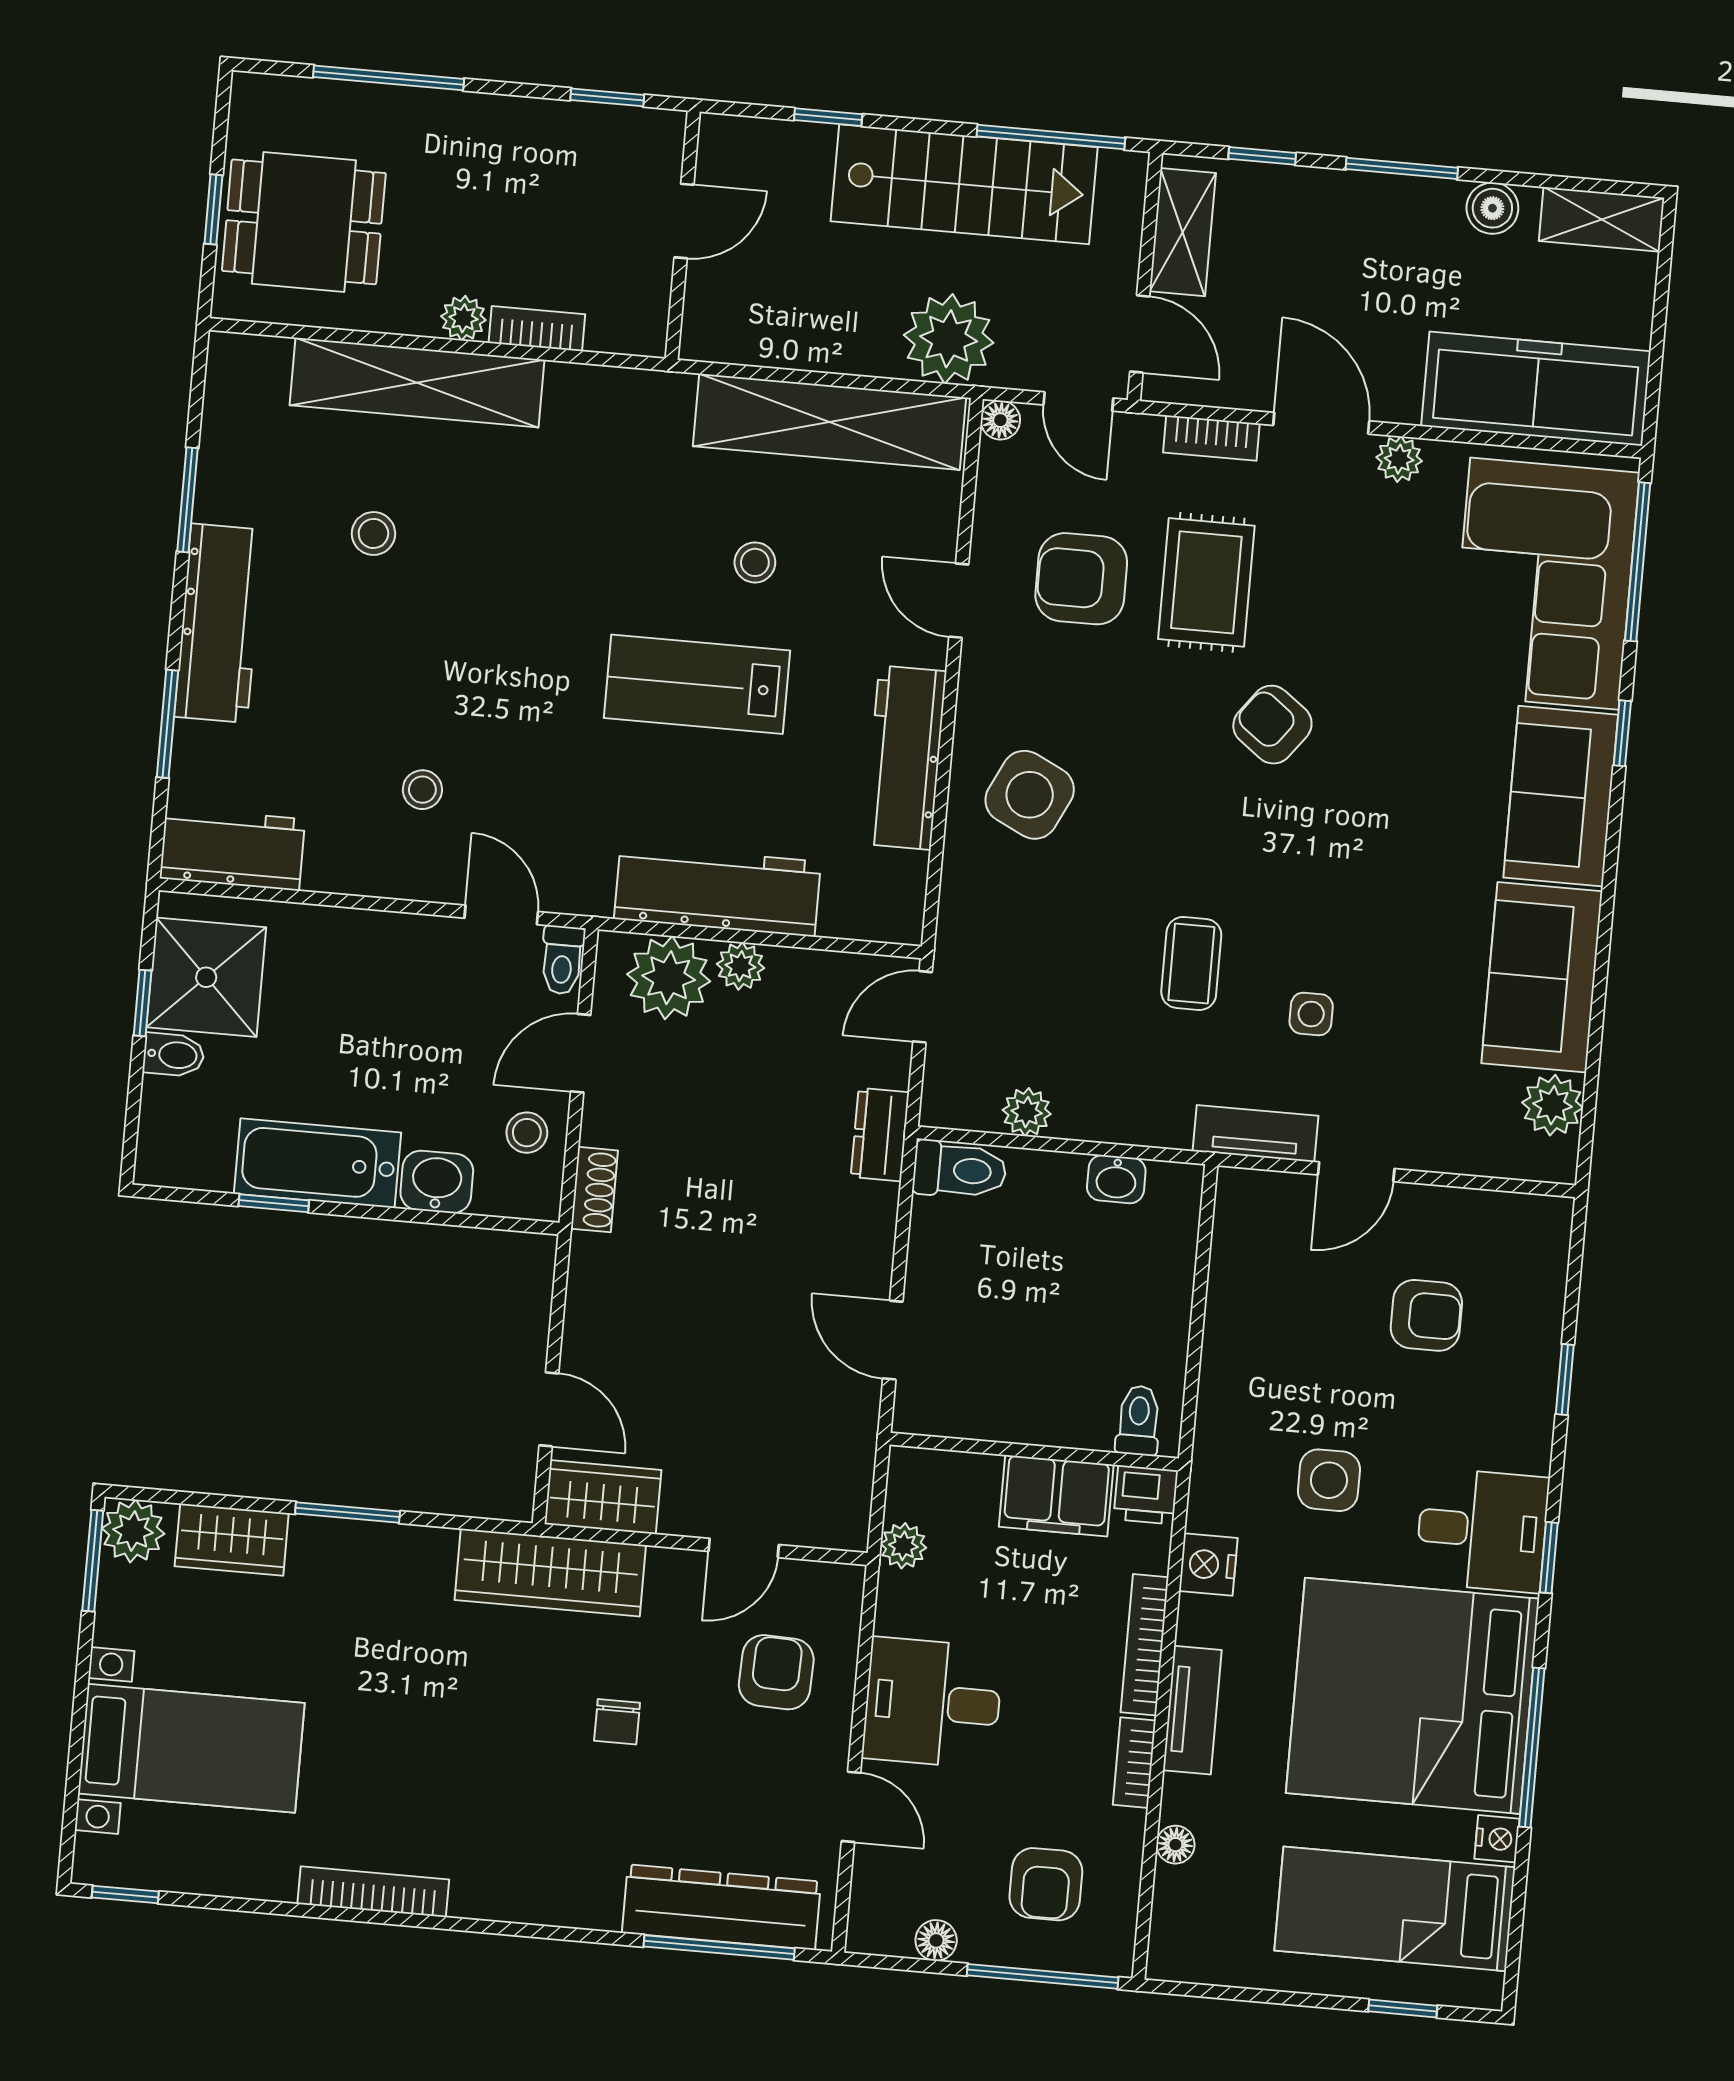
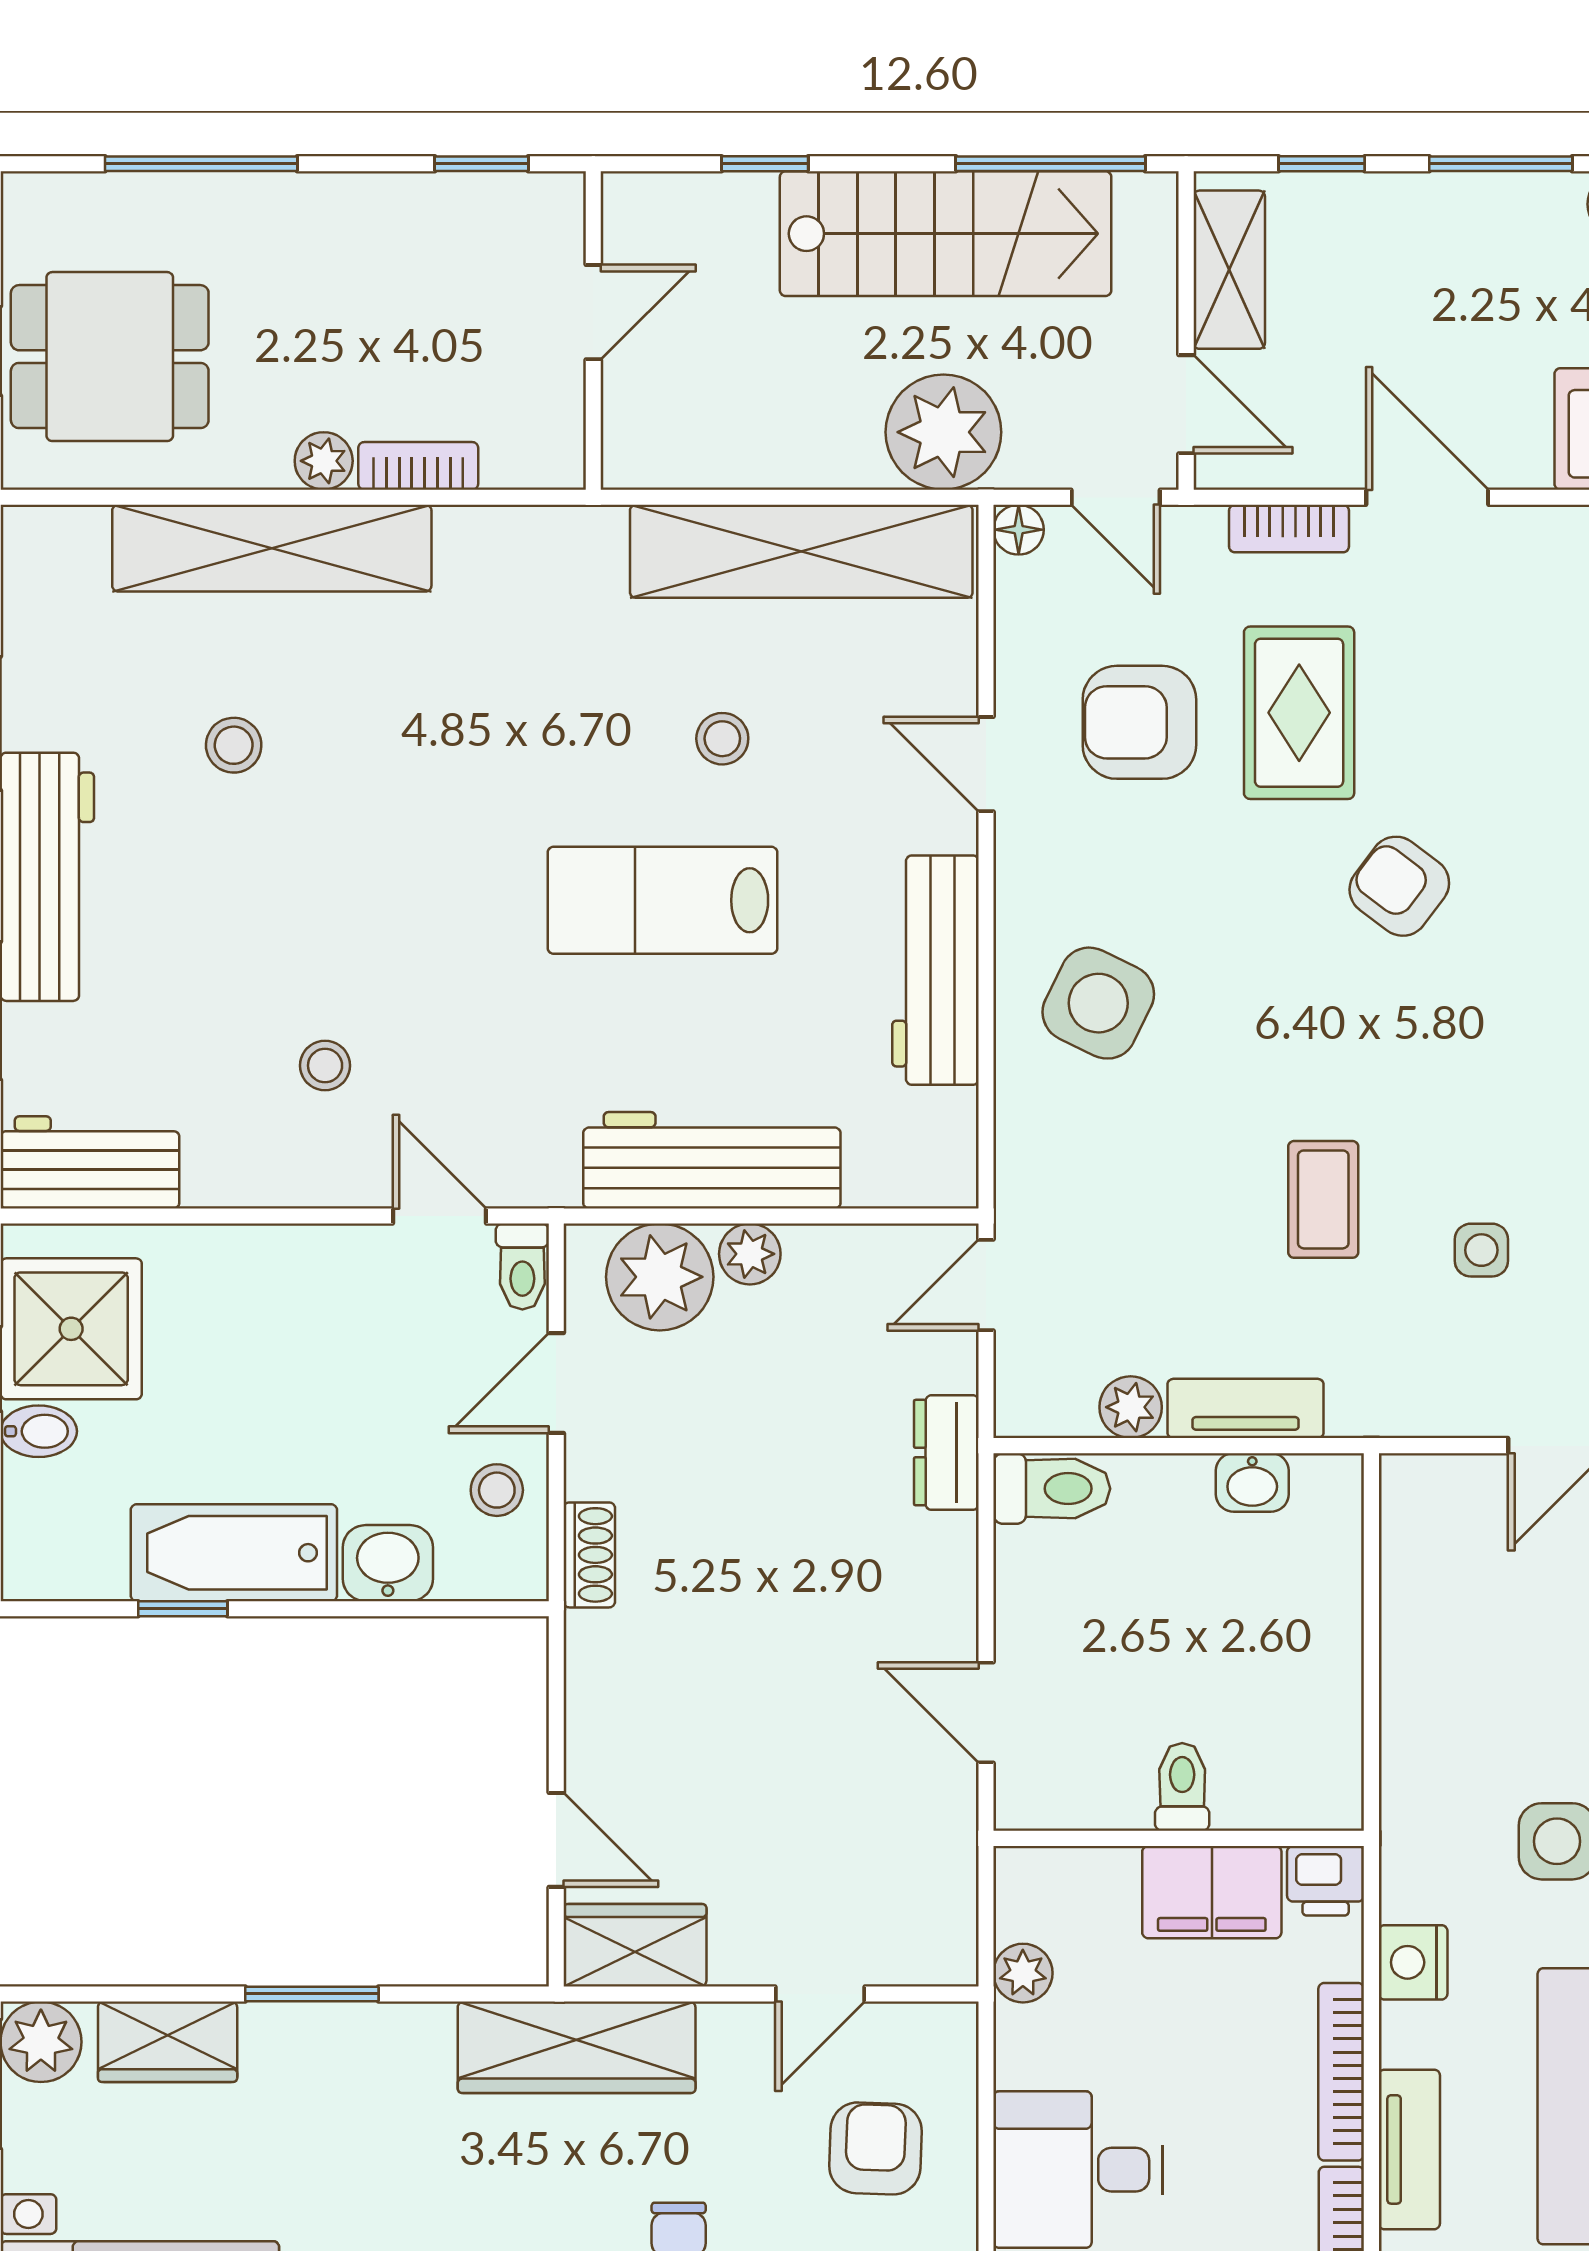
plant: (1399, 459) -> (1530, 534), removed
tv unit: (1255, 1133) -> (1246, 1408), moved
toilet: (1138, 1420) -> (1182, 1787), moved

